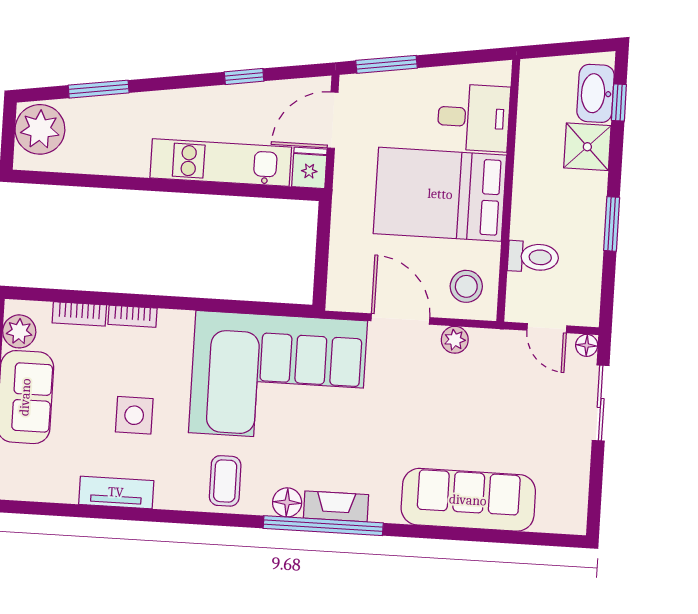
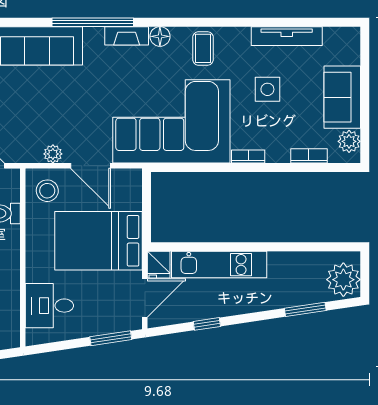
bed: (440, 194) -> (99, 241), moved, turned 180
bookcase: (133, 316) -> (248, 157), moved
tv unit: (116, 492) -> (287, 36), width x1.41
window: (323, 526) -> (93, 22), moved

